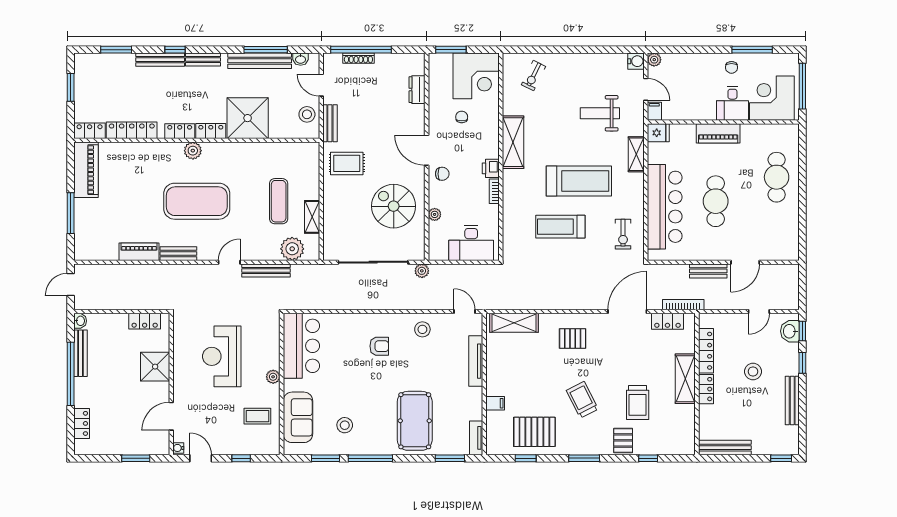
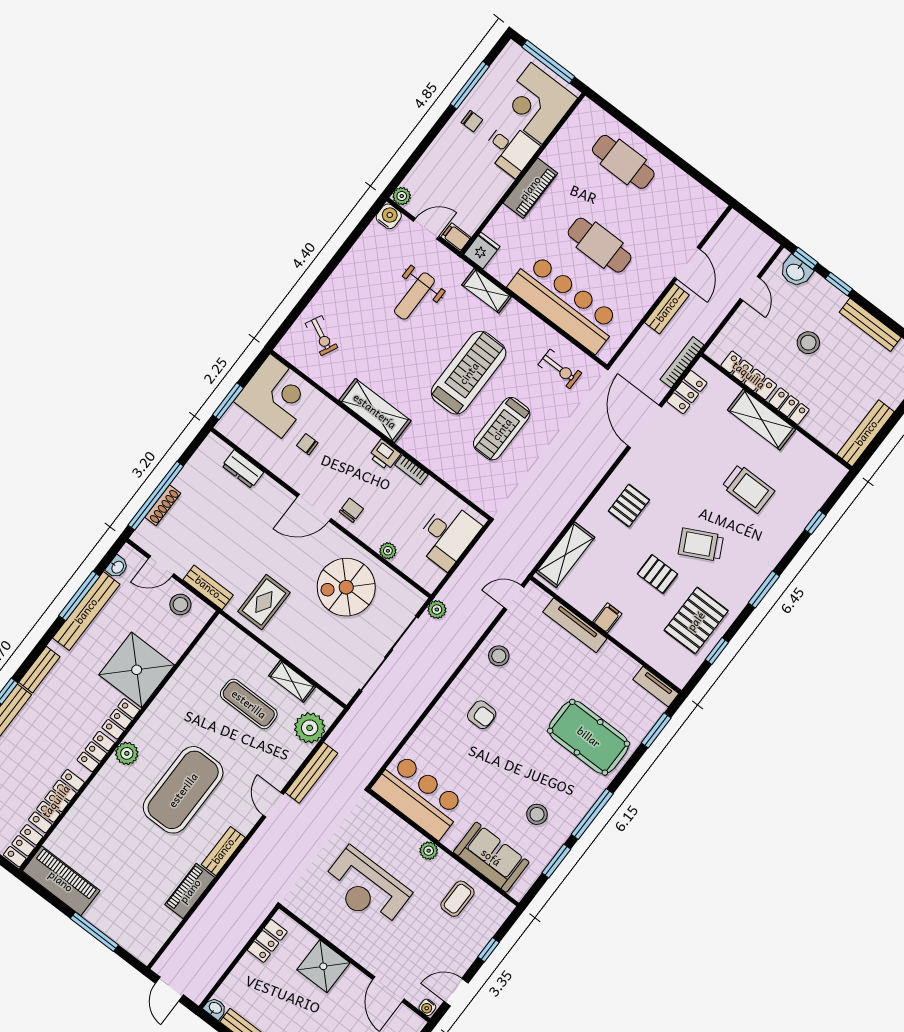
armchair: (379, 346) -> (482, 715), turned 90
filing cabinet: (495, 403) -> (607, 618), moved
pallet: (623, 440) -> (657, 574), moved

